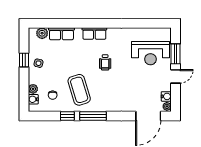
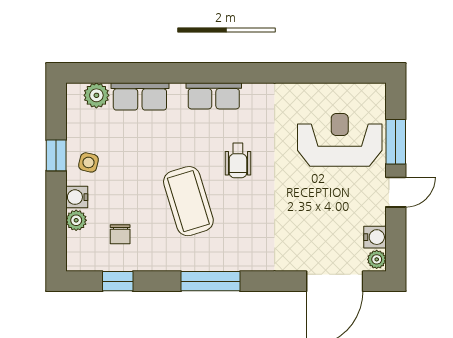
reception desk: (150, 53) -> (340, 140), turned 180
coffee table: (79, 90) -> (188, 201), moved
water cooler: (33, 99) -> (77, 197), moved
window: (67, 116) -> (118, 281), moved

